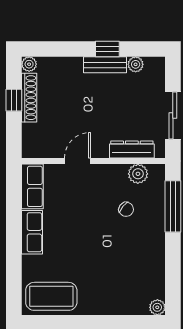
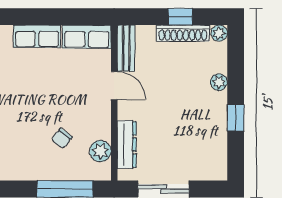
plant: (136, 64) -> (219, 82), moved
bench: (105, 65) -> (126, 48), moved

